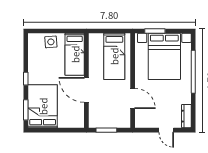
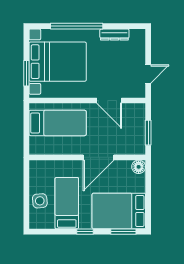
bed: (75, 54) -> (67, 203), moved, turned -90
door: (133, 98) -> (109, 101), swing flipped
dresser: (186, 116) -> (114, 35), moved
floor lamp: (79, 122) -> (139, 167), added
door: (166, 130) -> (148, 74), moved

